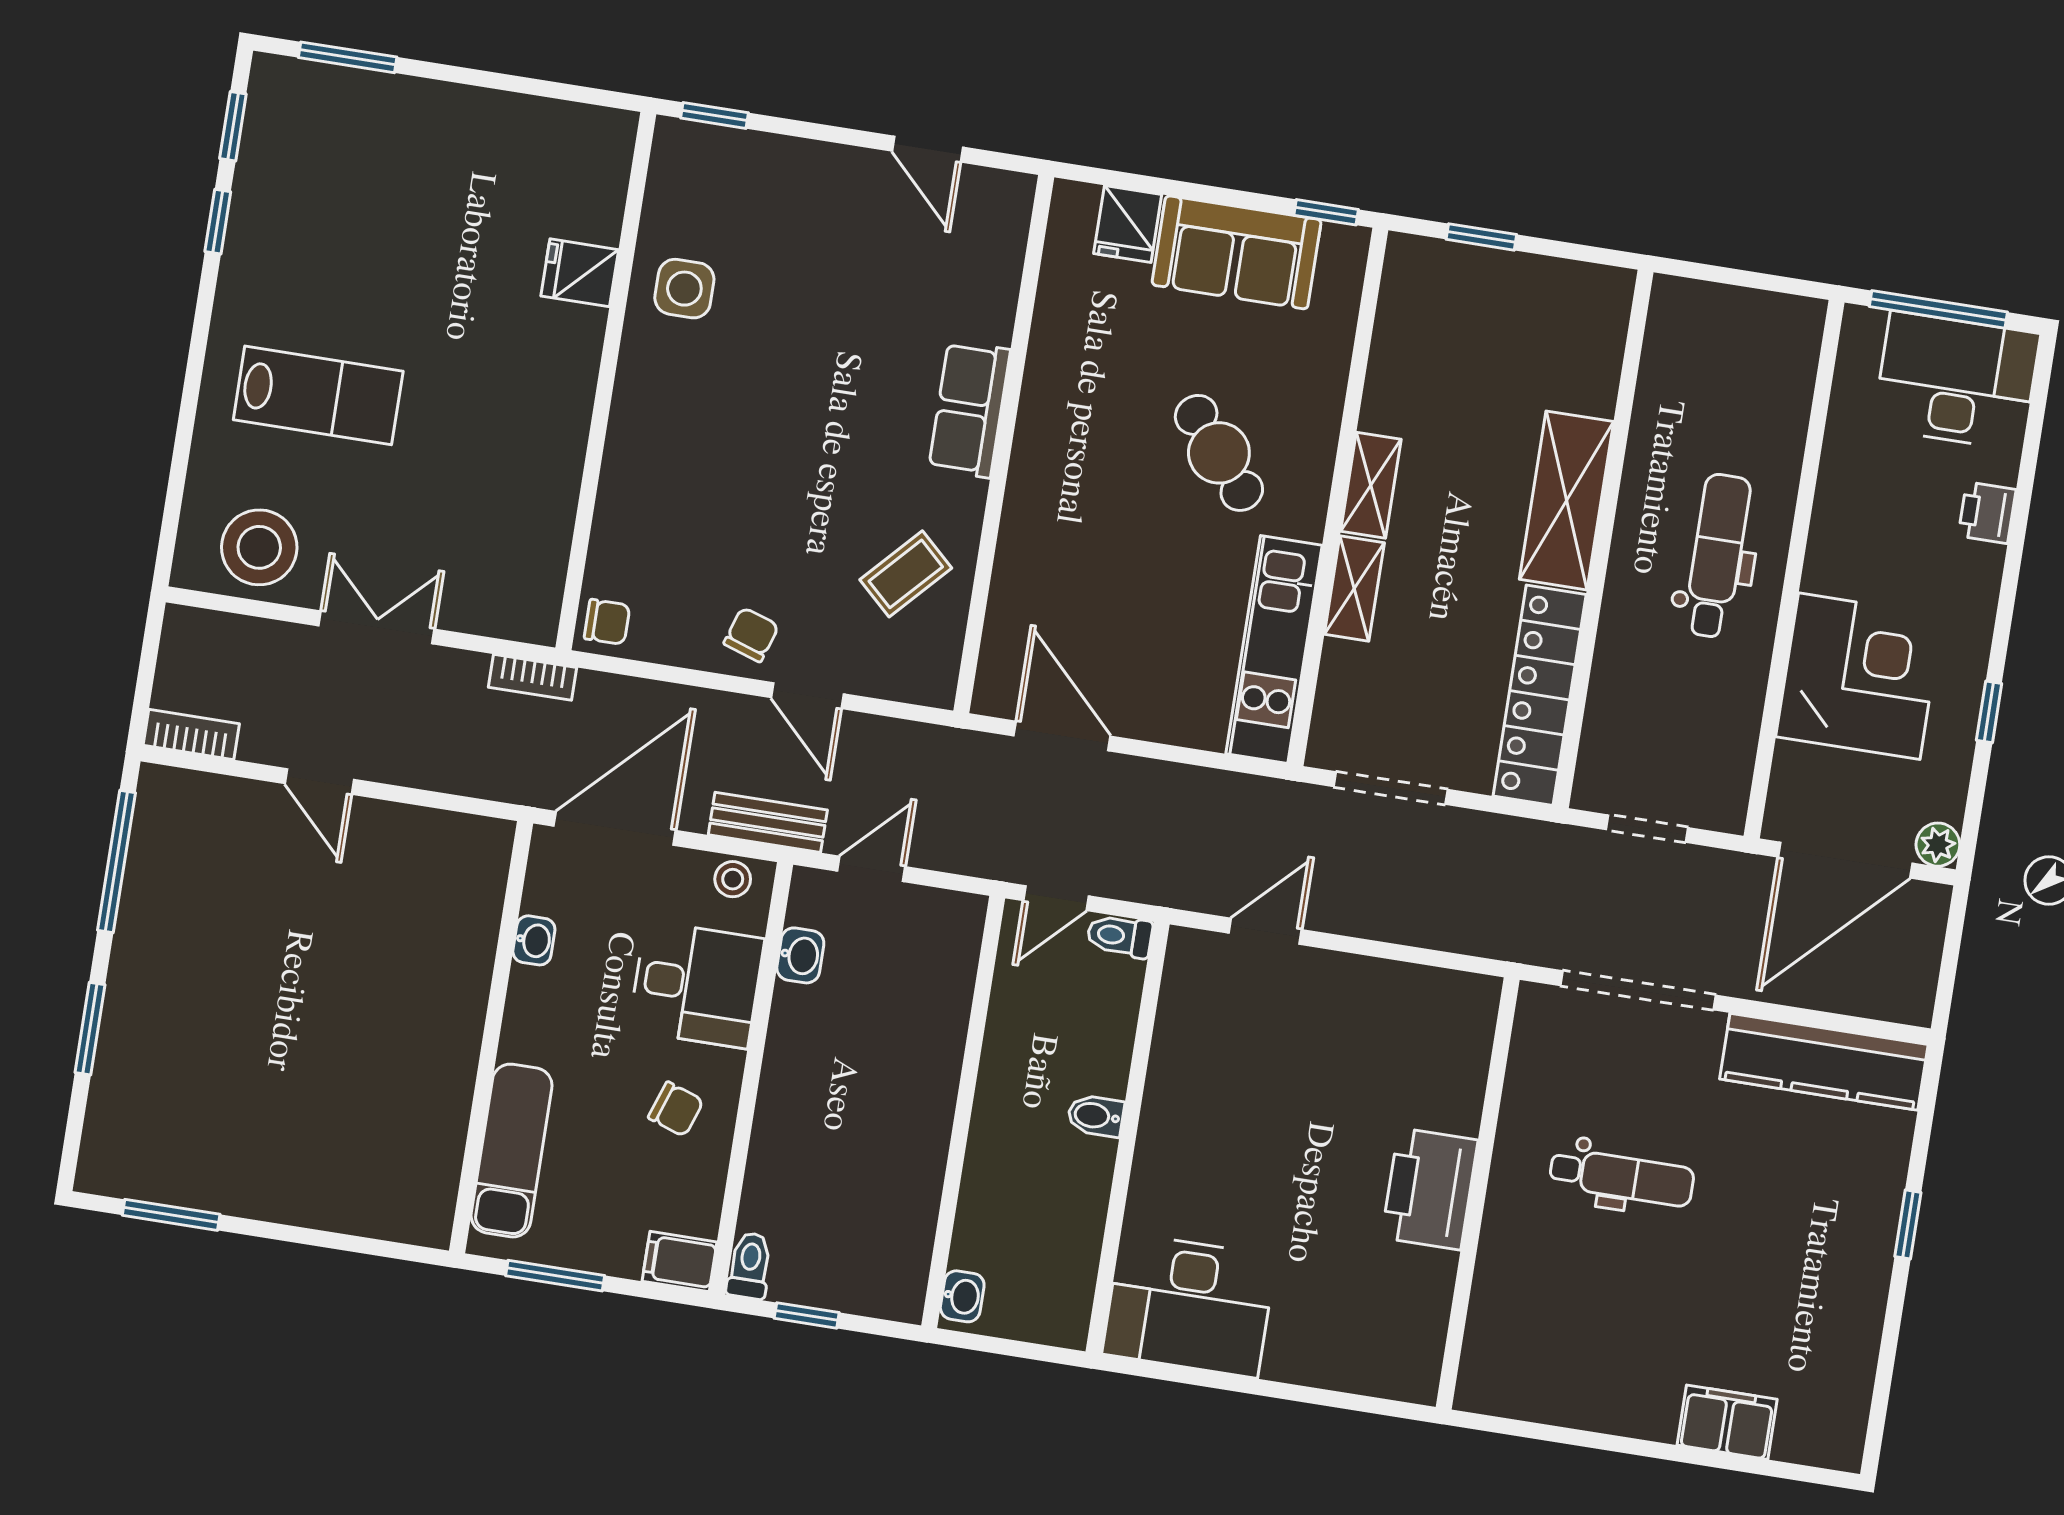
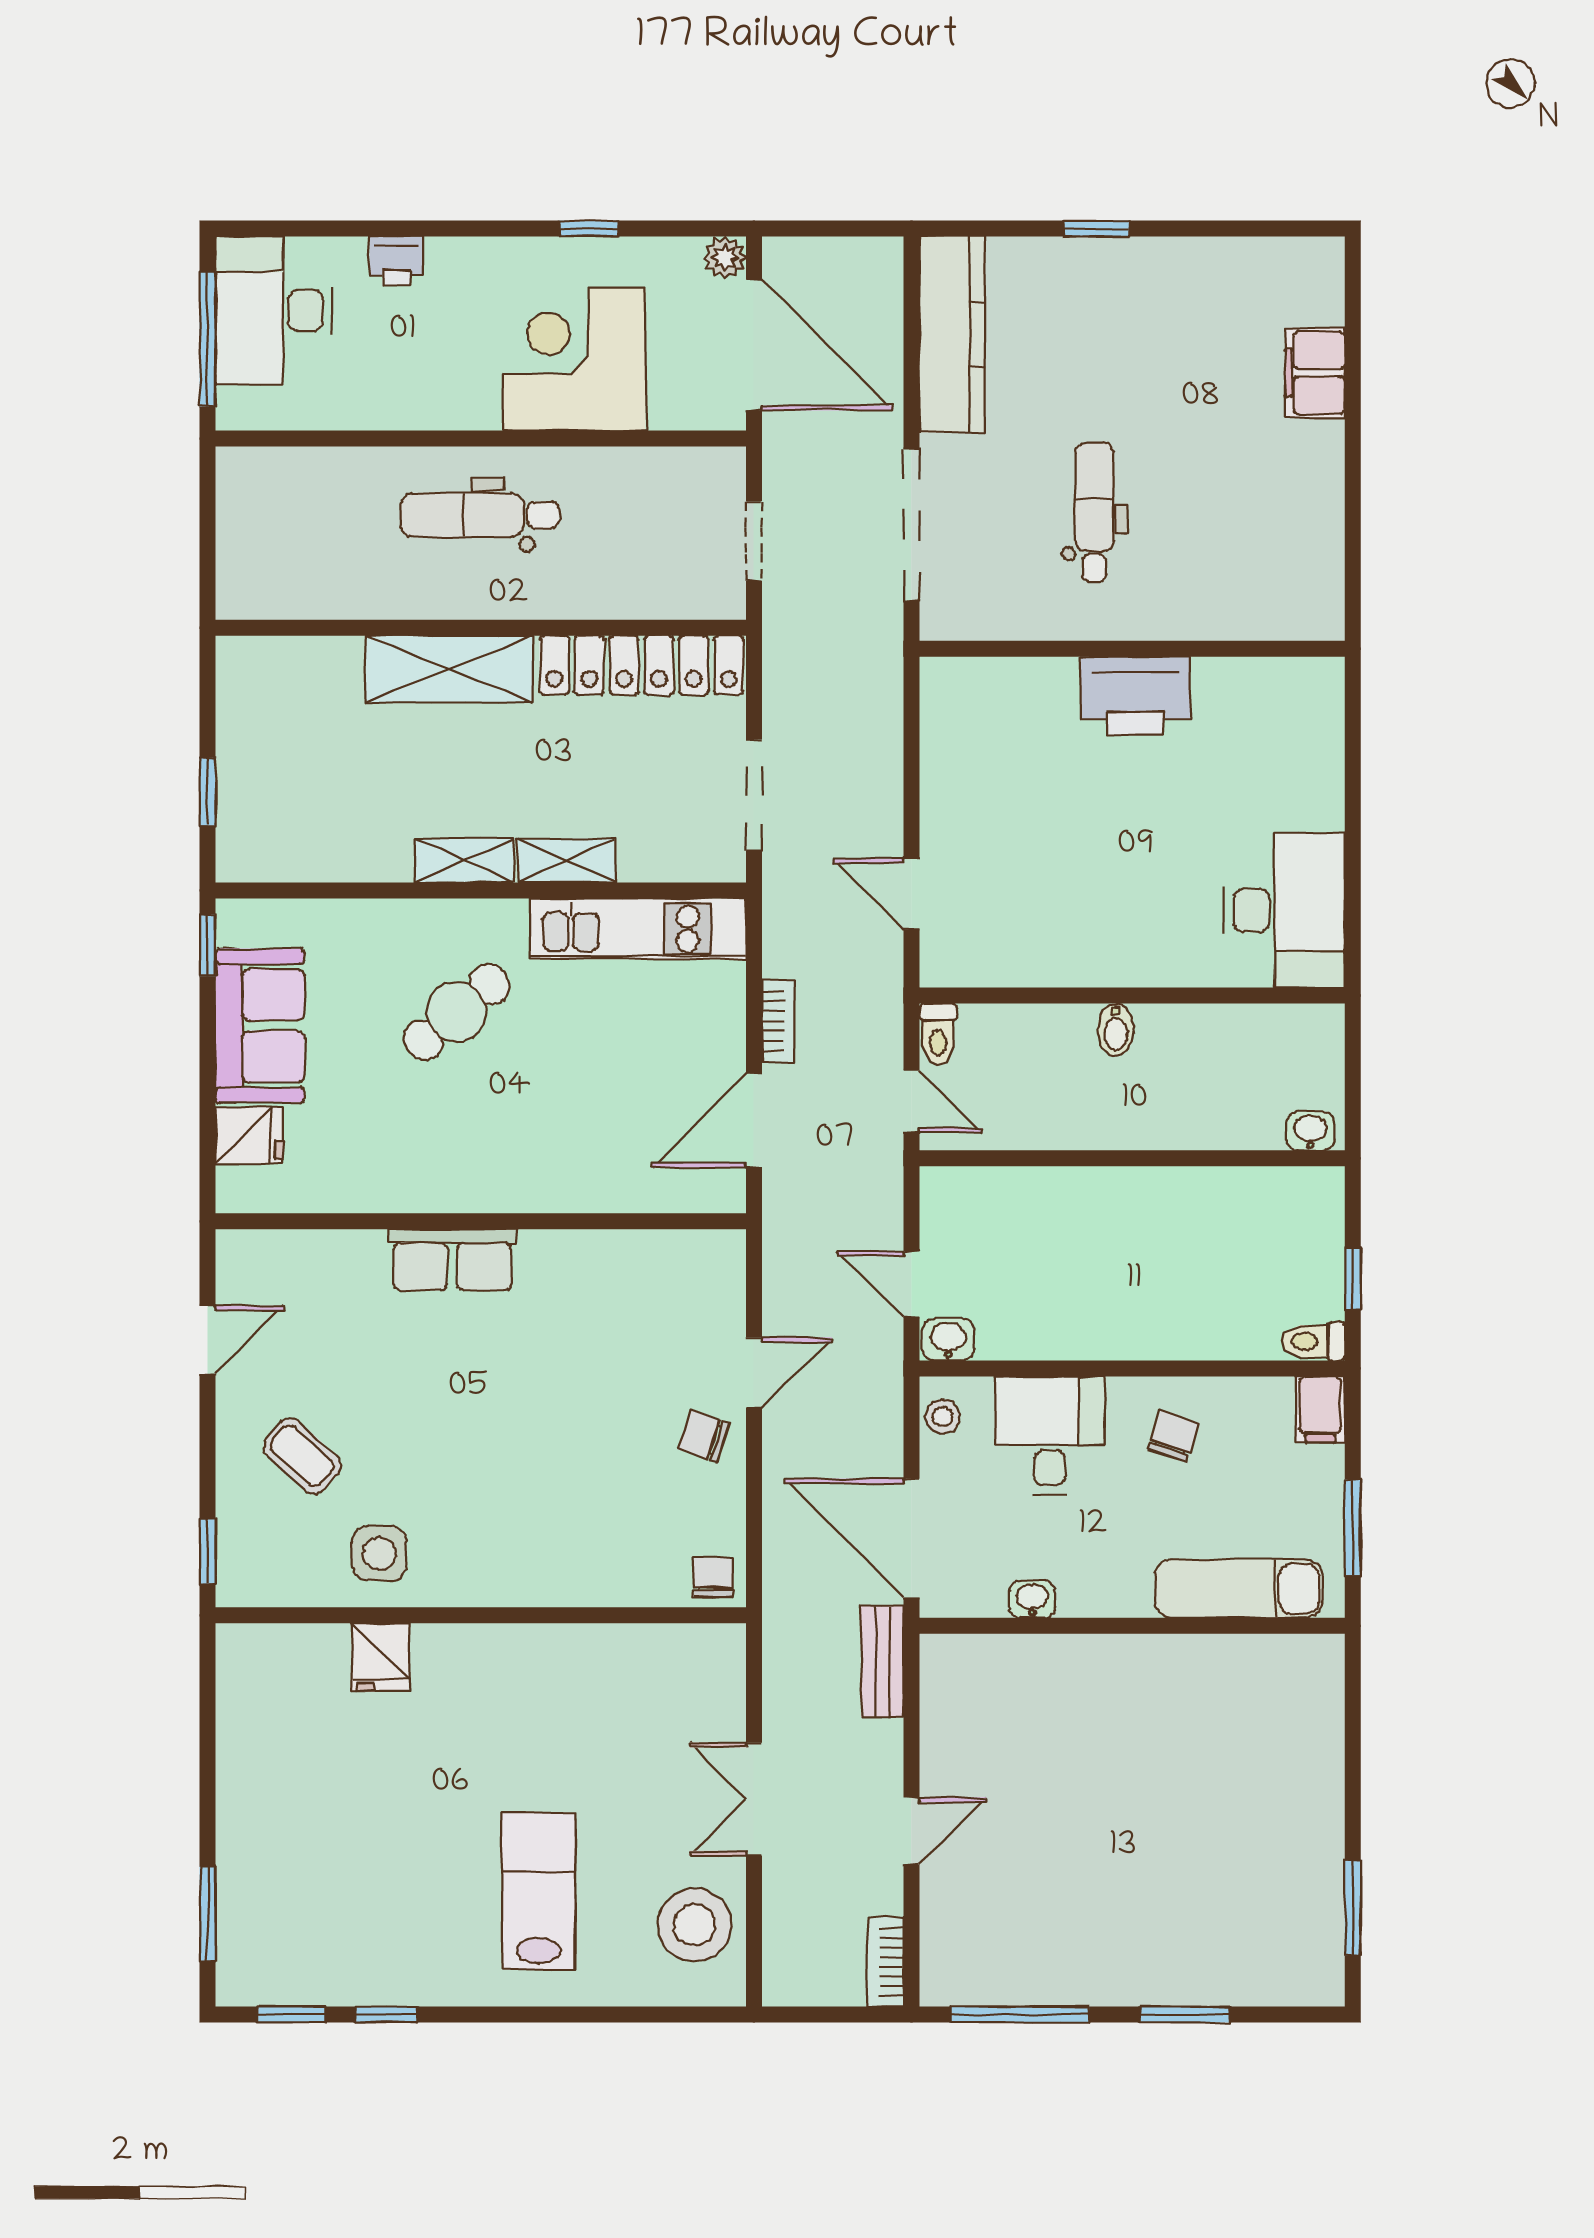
coffee table: (906, 574) -> (302, 1456), moved
bookcase: (532, 677) -> (778, 1021), moved
bench: (768, 822) -> (882, 1662), moved
washbasin: (800, 955) -> (948, 1340), moved

